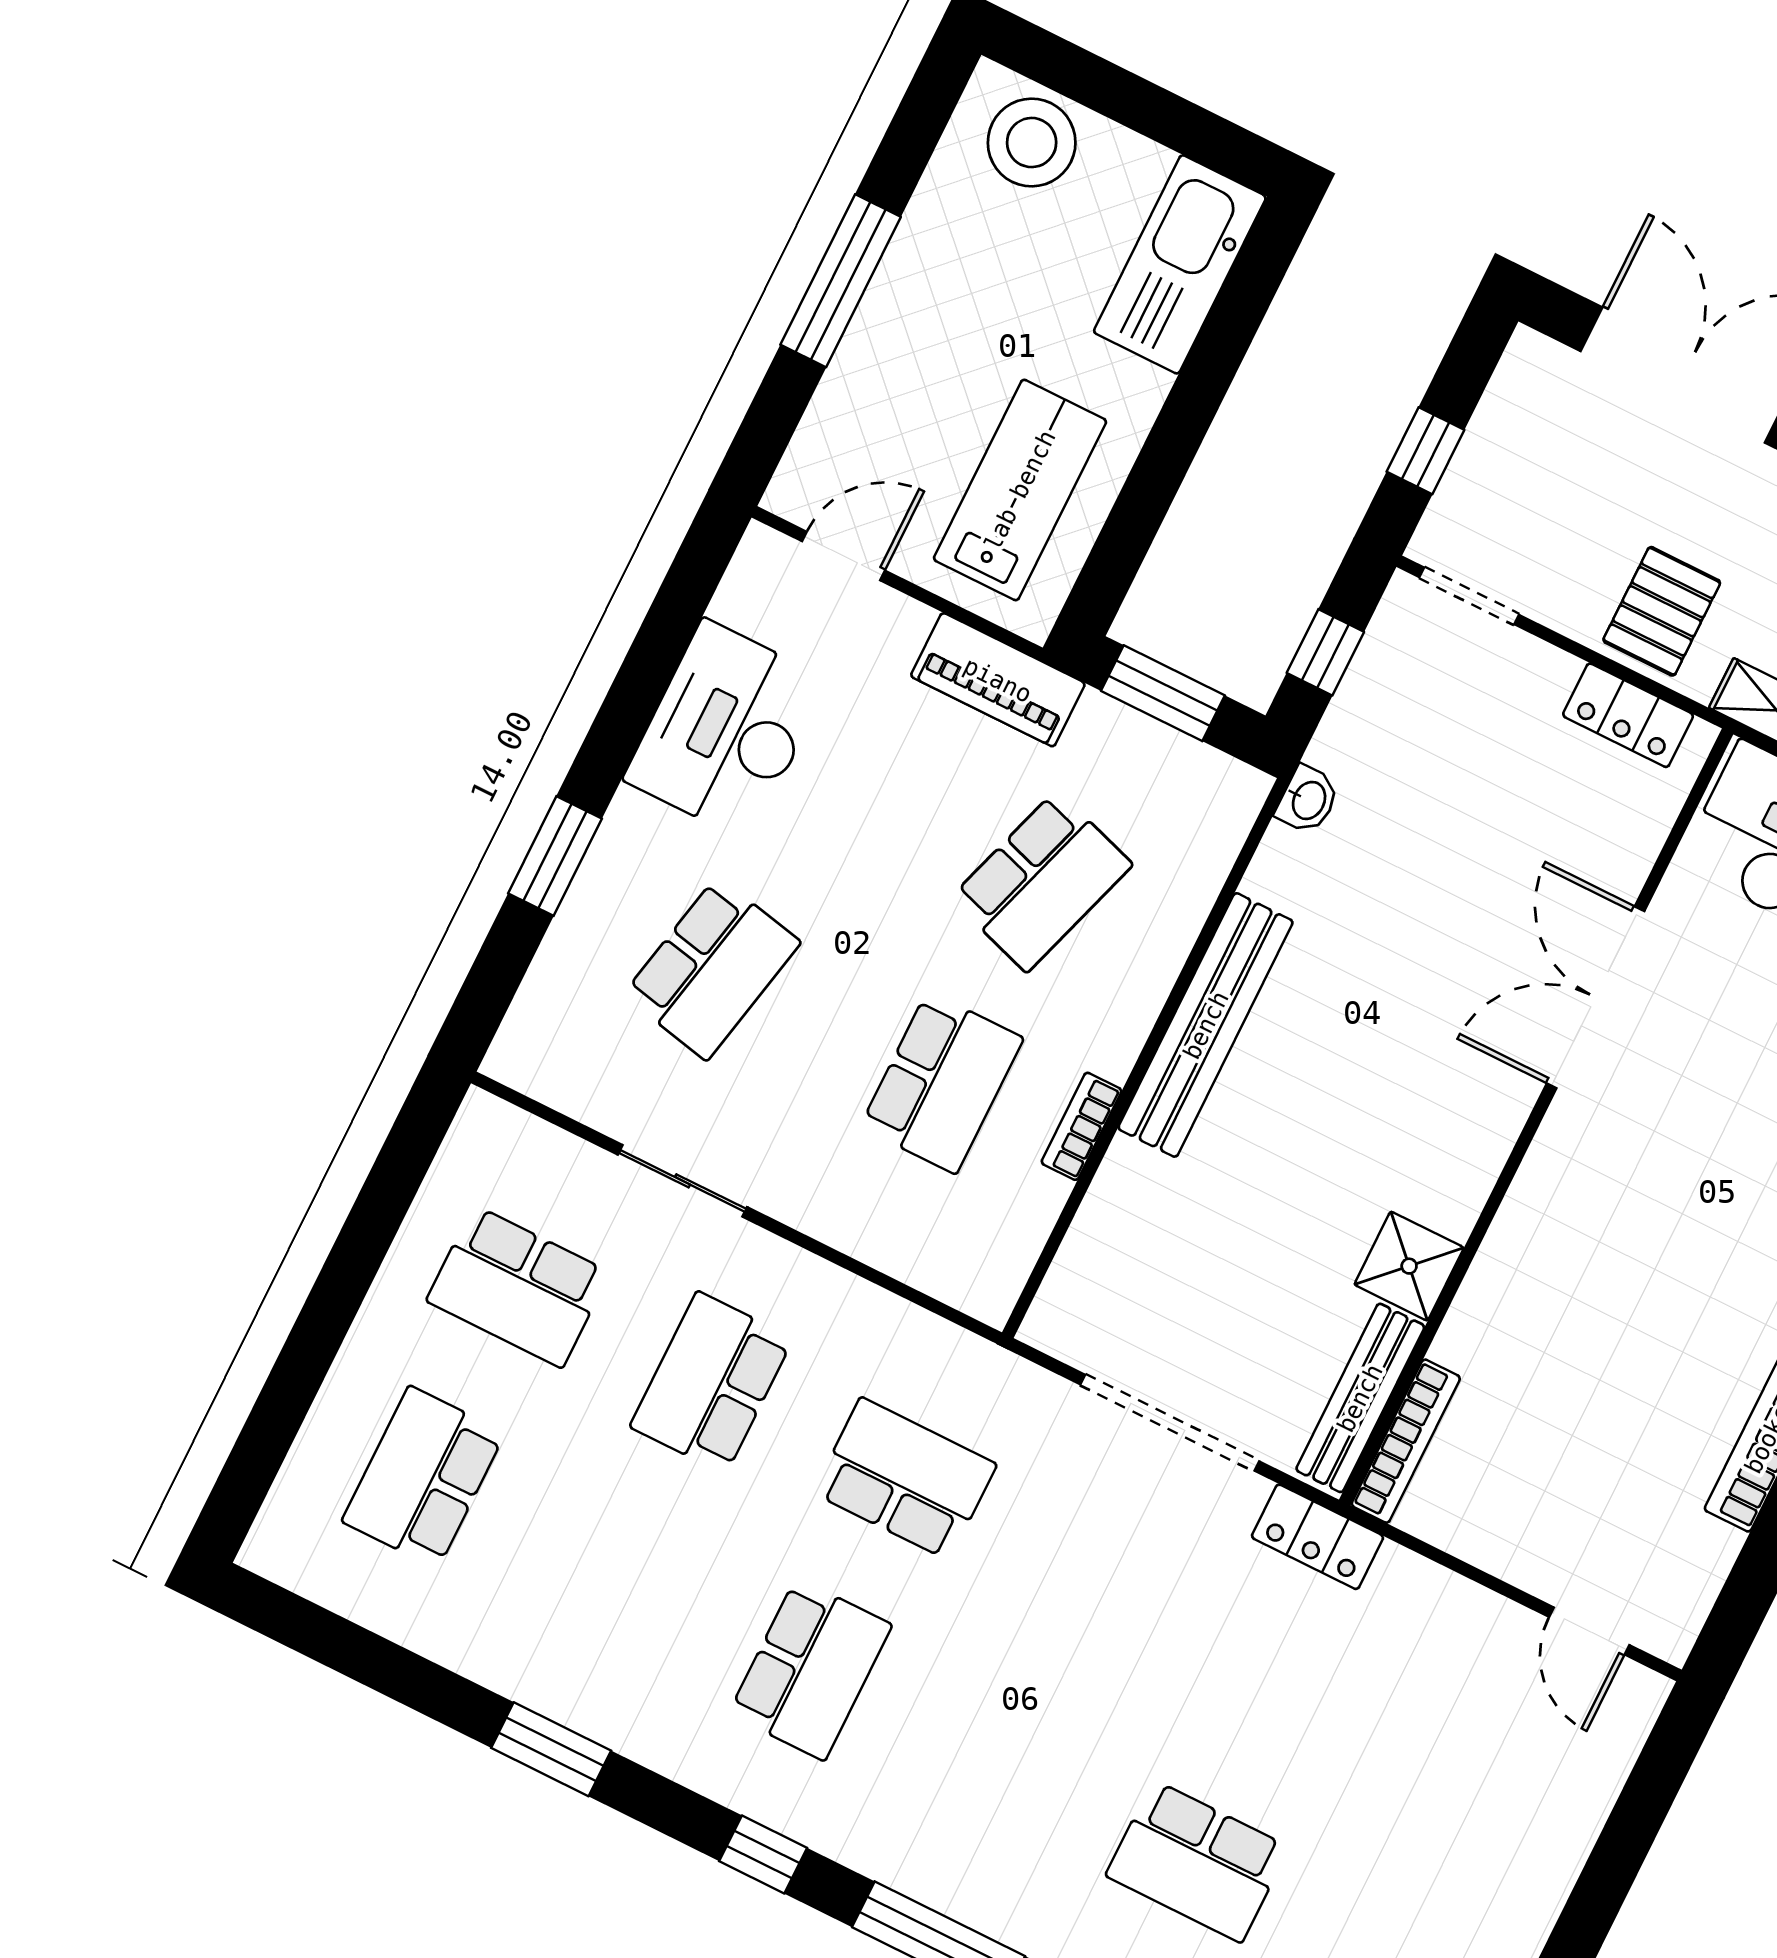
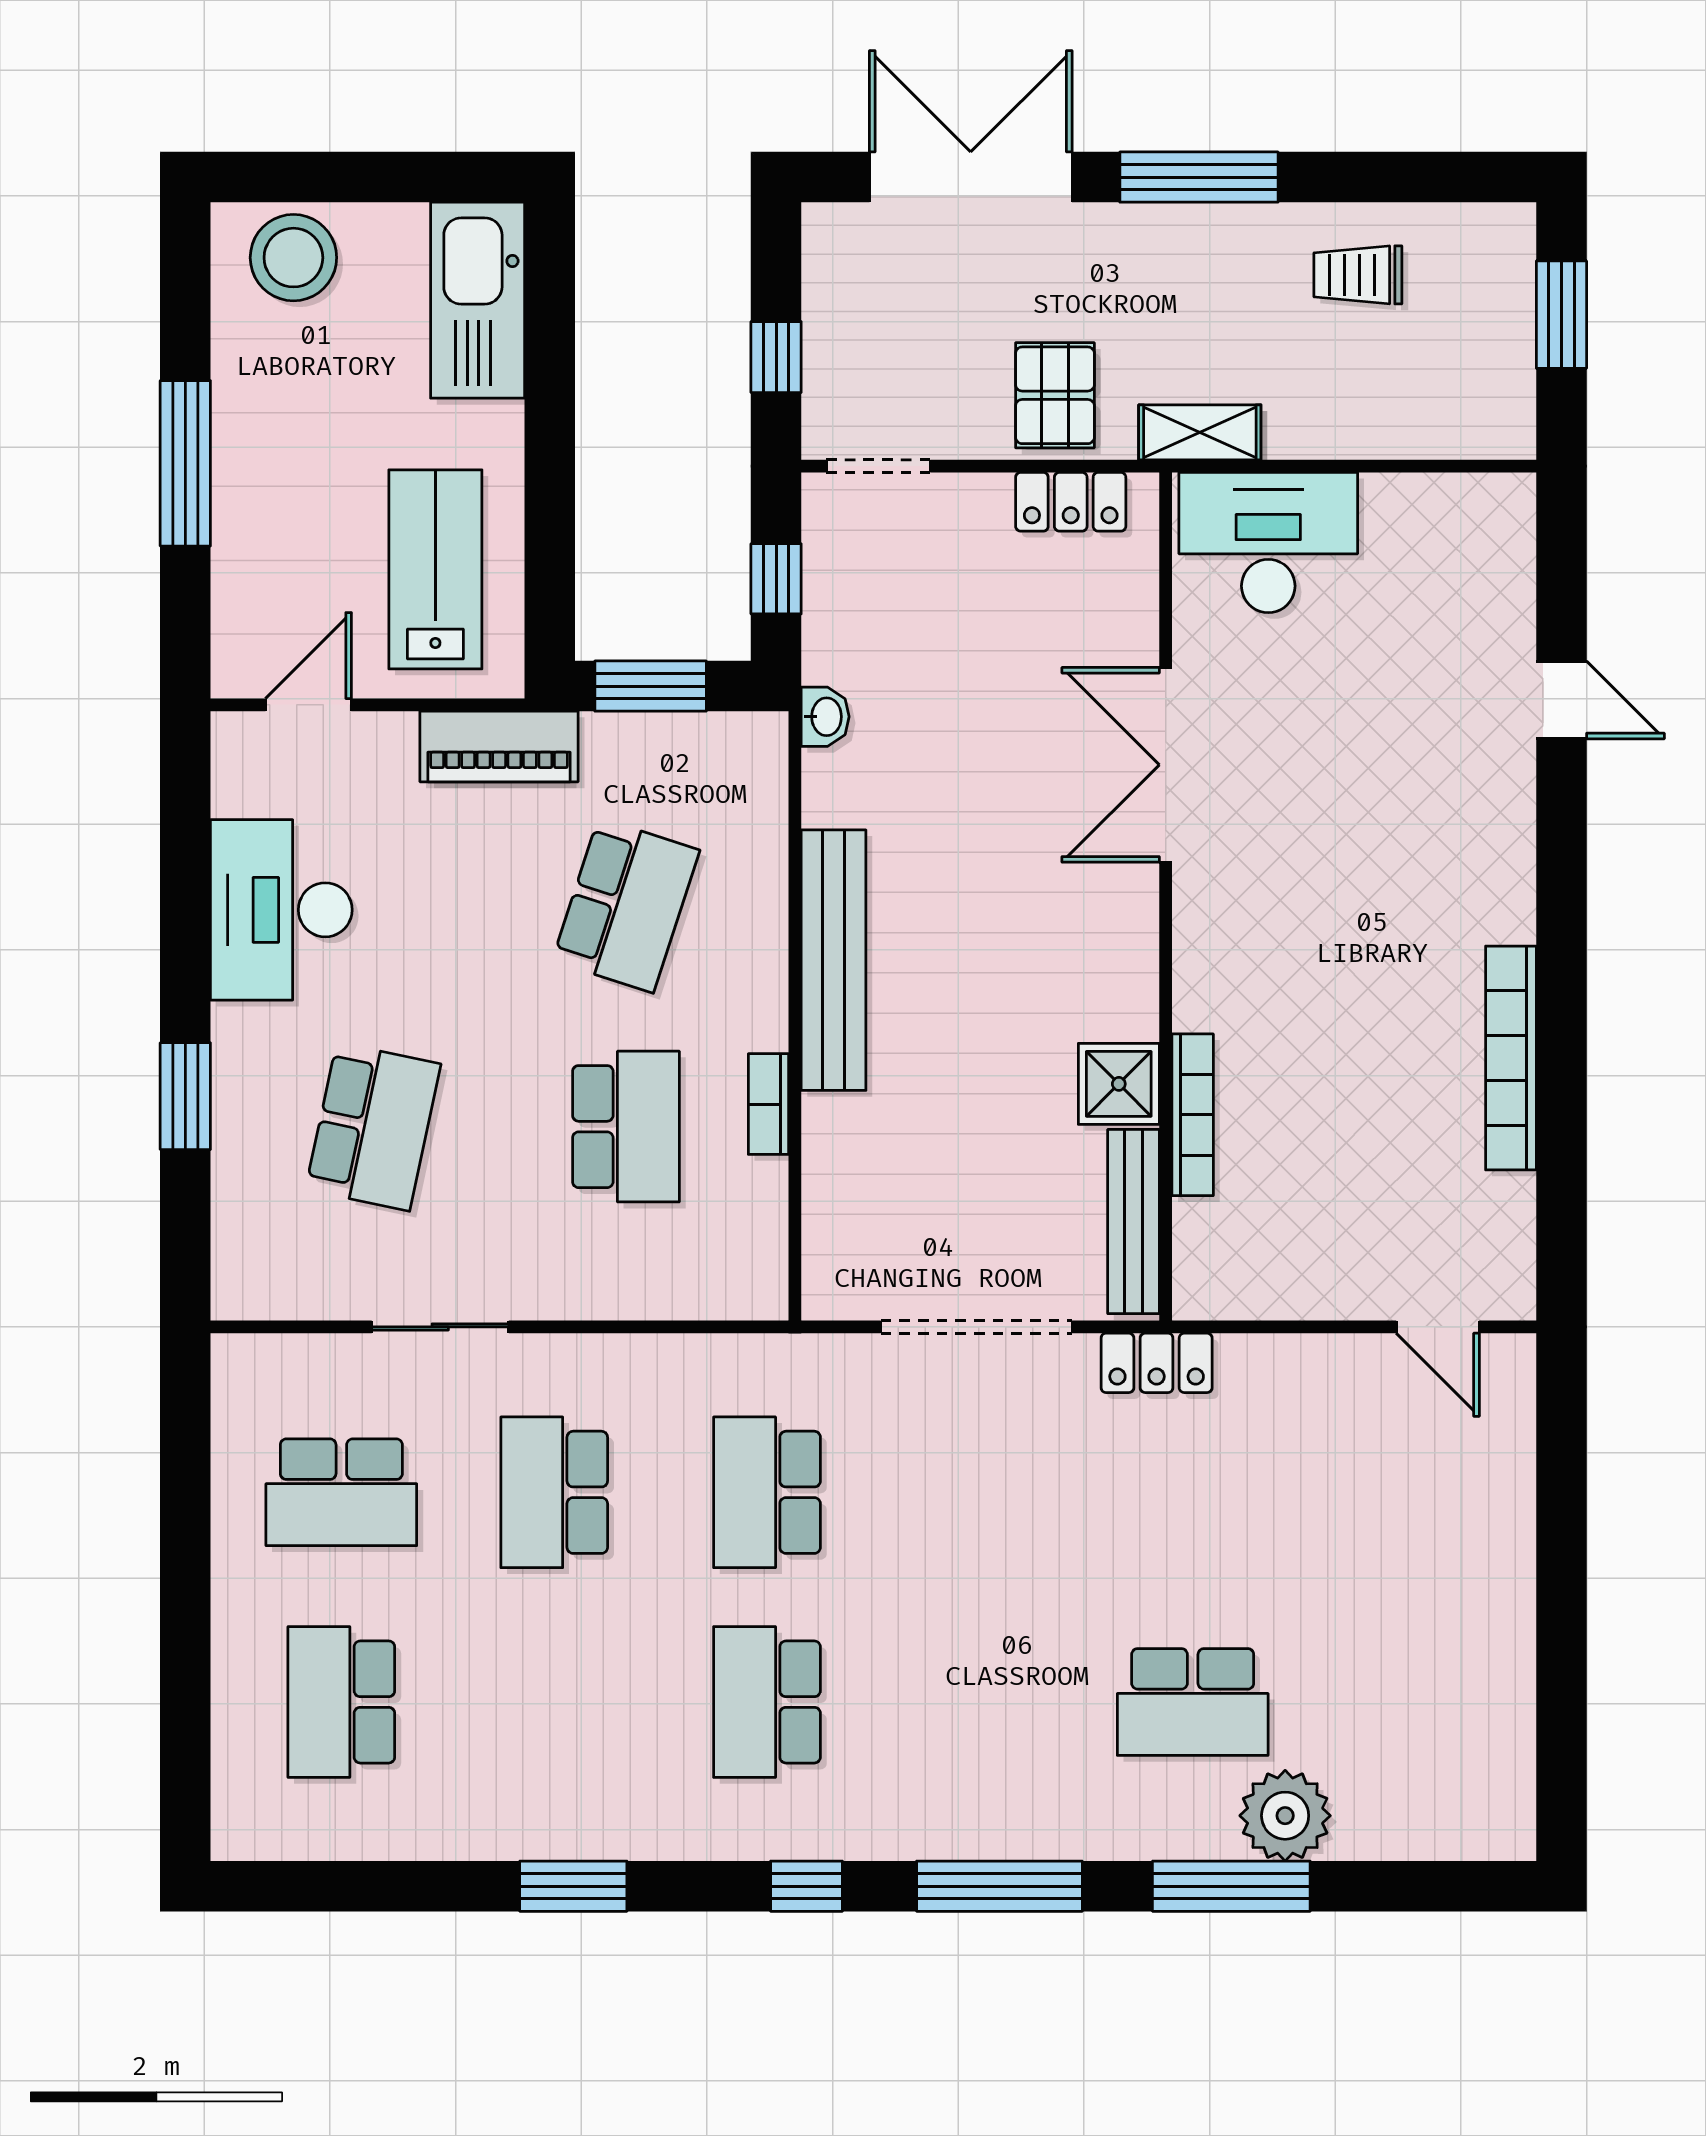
bookcase: (1406, 1441) -> (1193, 1115), moved
school desk: (905, 1479) -> (767, 1492), turned -90
school desk: (810, 1669) -> (767, 1702), turned 180

